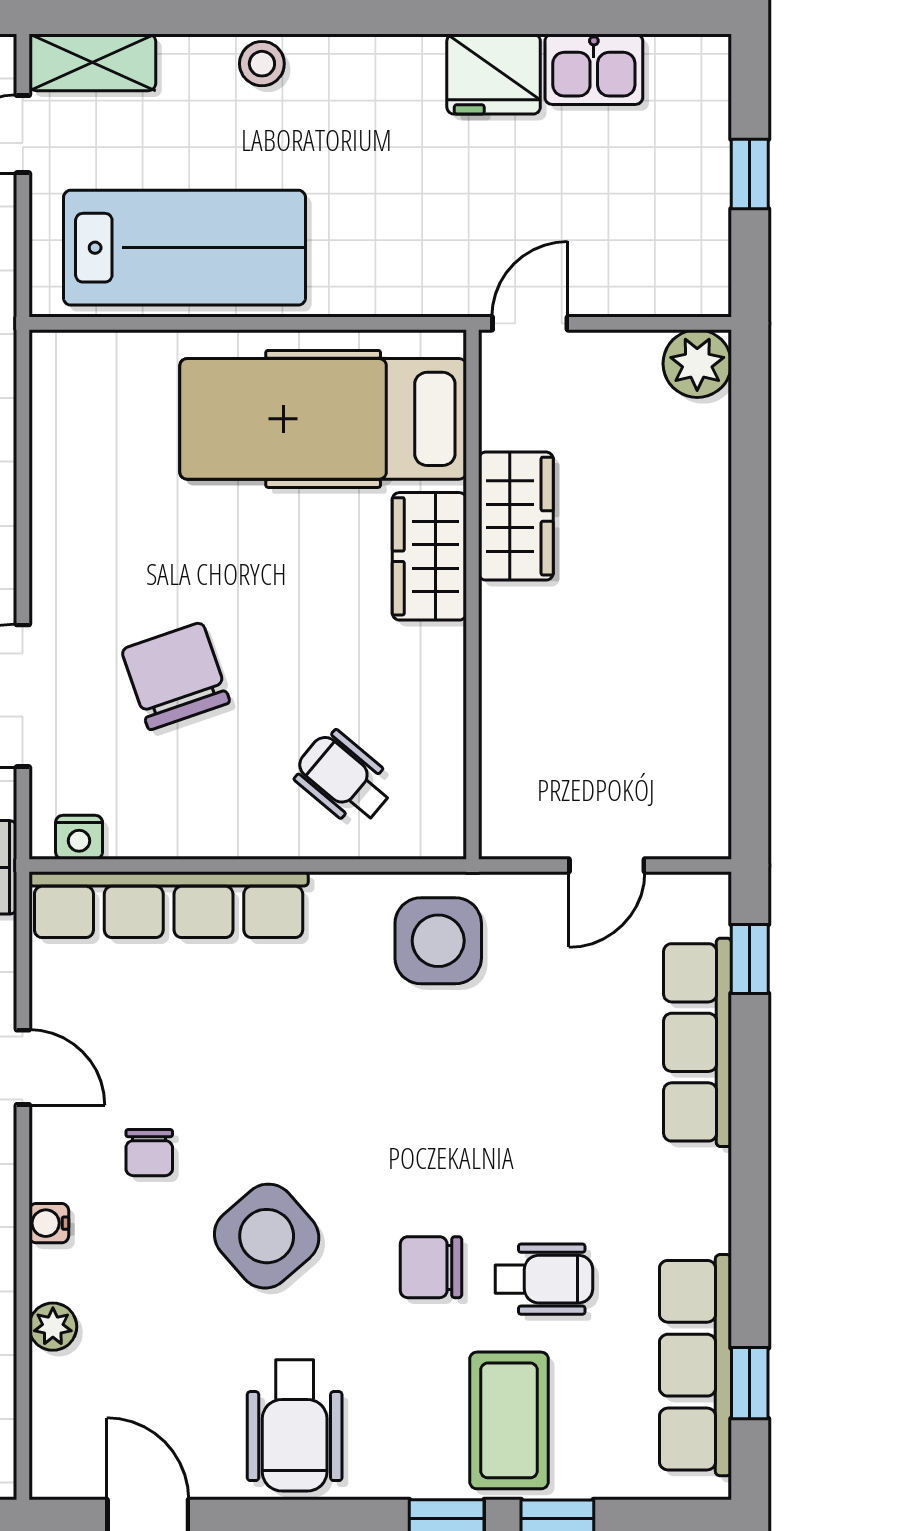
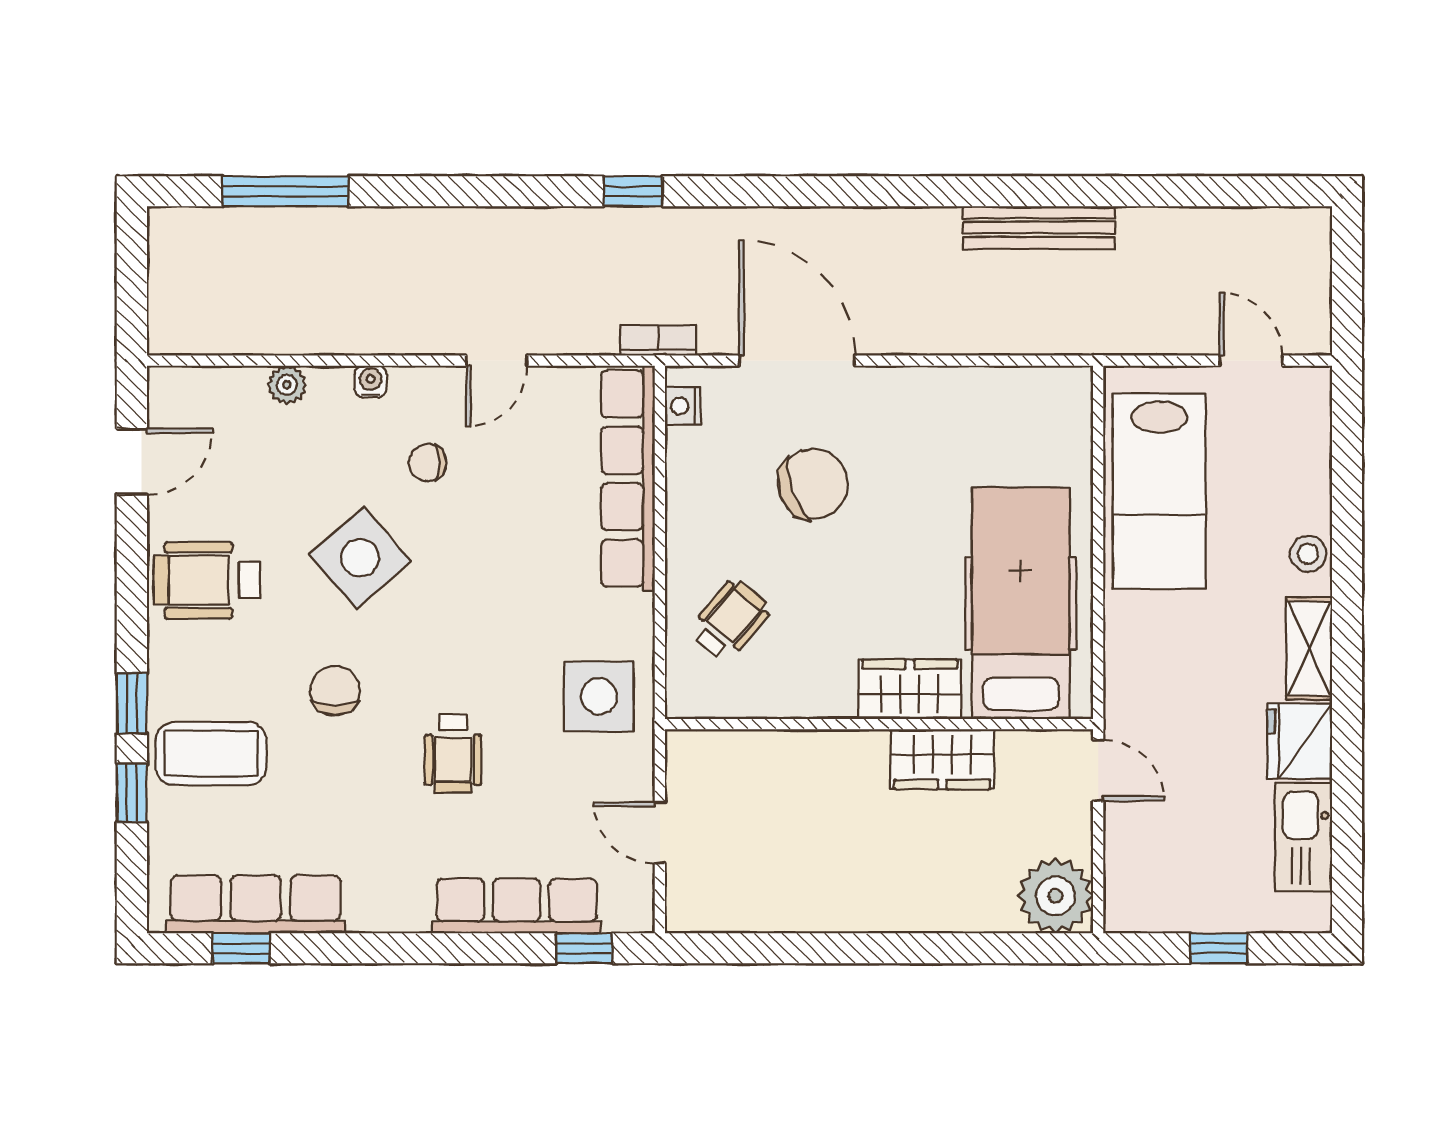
shelving: (92, 62) -> (1309, 648), moved
kitchen sink: (594, 69) -> (1304, 837), width x1.38
plant: (697, 364) -> (1056, 896), width x1.36, depth x1.36
wheelchair: (544, 1279) -> (453, 753), moved

